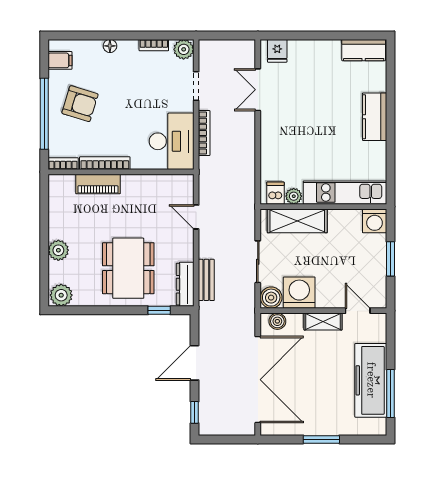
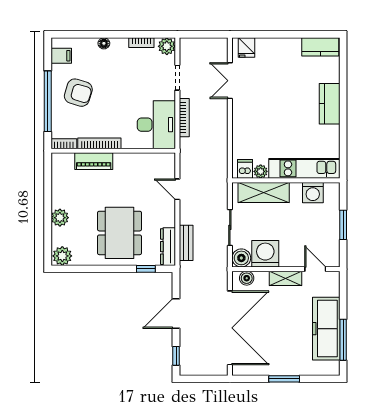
washing machine: (375, 221) -> (313, 193), moved

